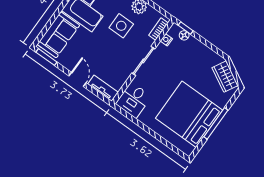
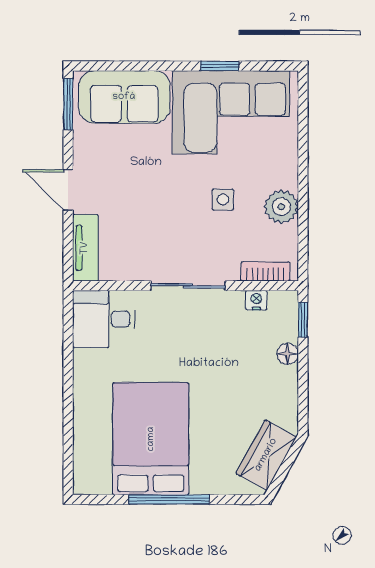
side table: (121, 26) -> (223, 199), width x0.54, depth x0.54
floor lamp: (184, 35) -> (288, 354), moved
door: (77, 79) -> (68, 190), swing flipped
bed: (189, 114) -> (151, 439), width x0.73

